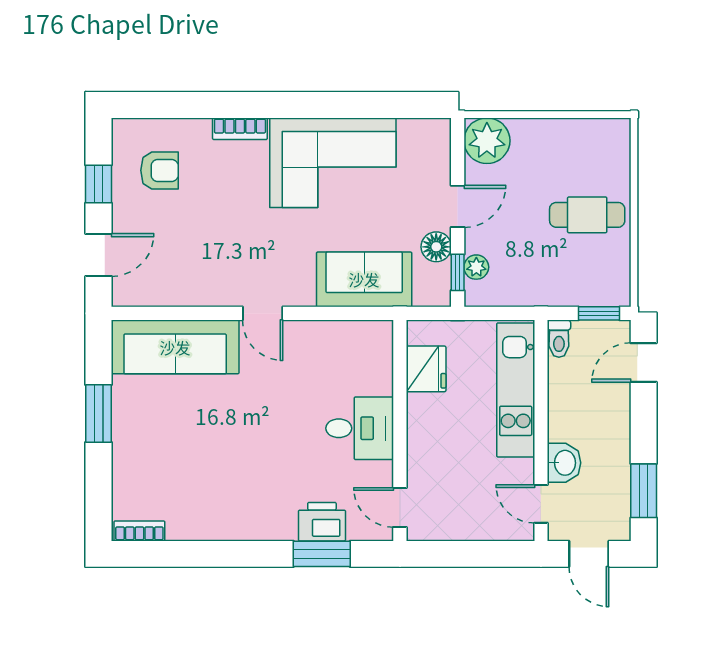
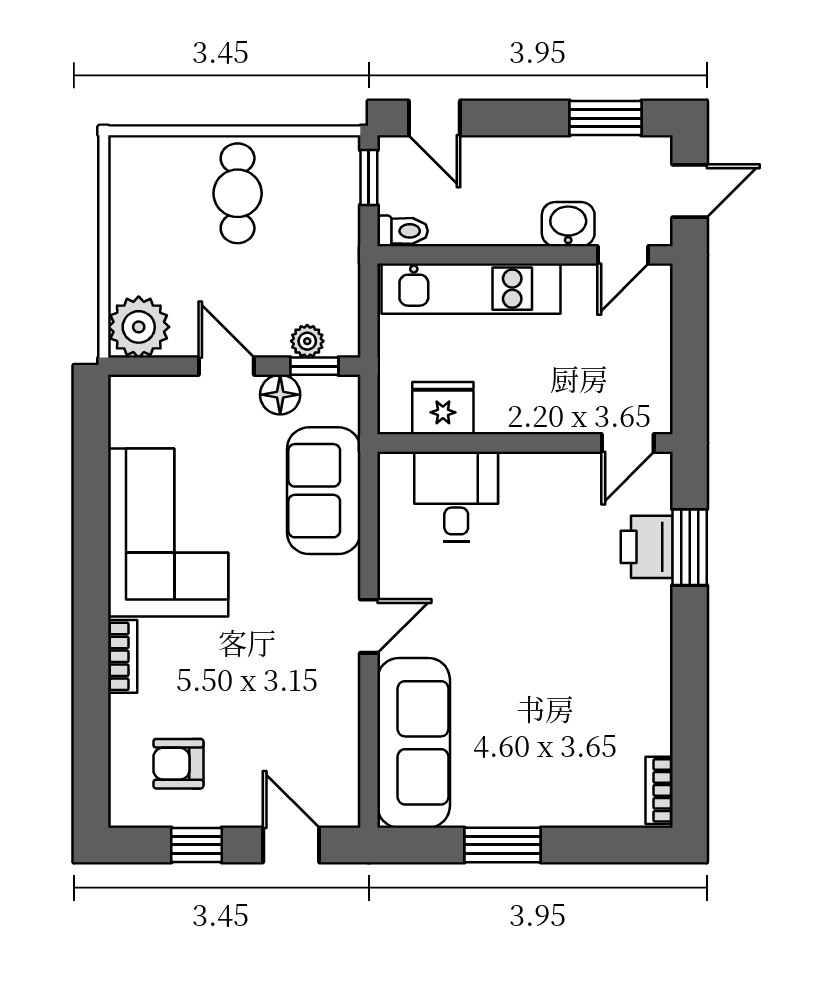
armchair: (159, 170) -> (178, 764), turned -90
desk: (360, 428) -> (456, 497), moved

